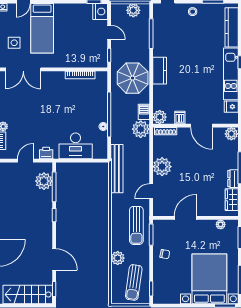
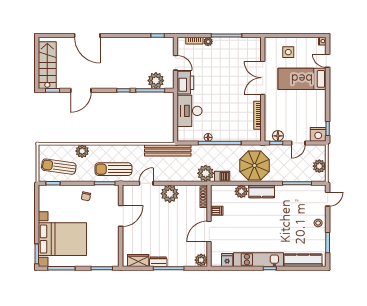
floor lamp: (102, 54) -> (278, 136), added
double door: (23, 69) -> (263, 78), moved
plant: (160, 117) -> (241, 191), moved
printer: (46, 153) -> (185, 83), width x1.87, depth x1.48
door: (151, 191) -> (146, 183), hinge flipped
door: (185, 218) -> (121, 216), hinge flipped
plant: (221, 224) -> (114, 250), removed

